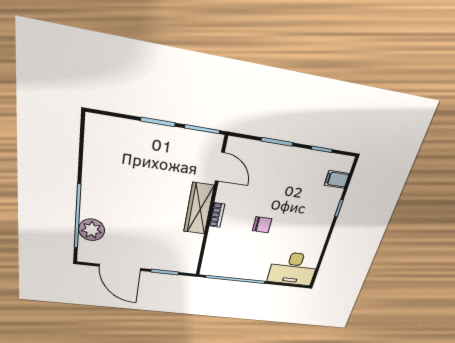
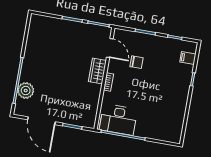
wardrobe: (199, 209) -> (97, 71), width x0.67
chair: (262, 225) -> (137, 62), moved
desk: (293, 269) -> (118, 120), moved

